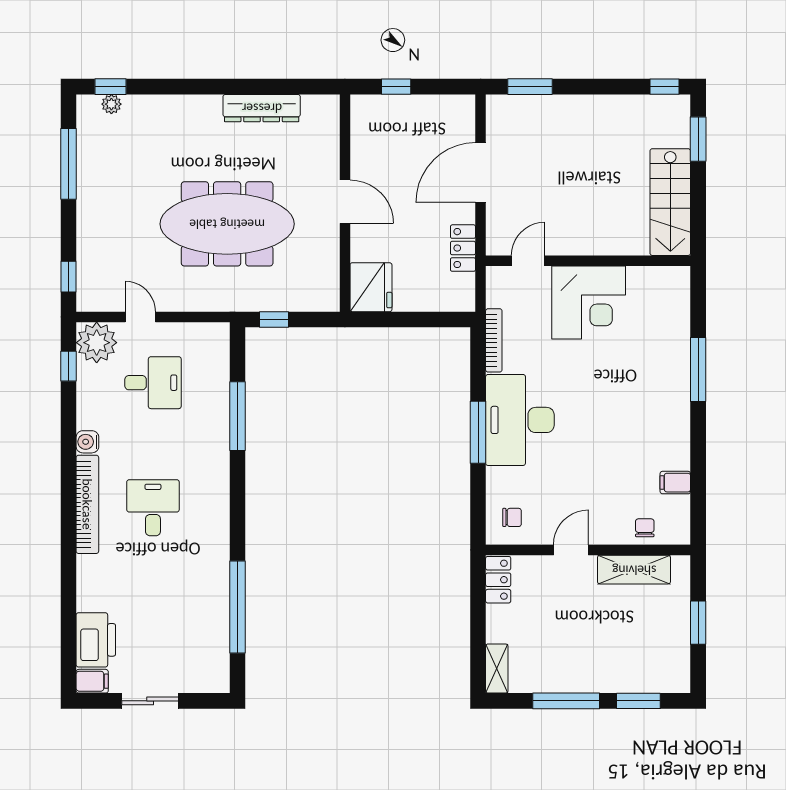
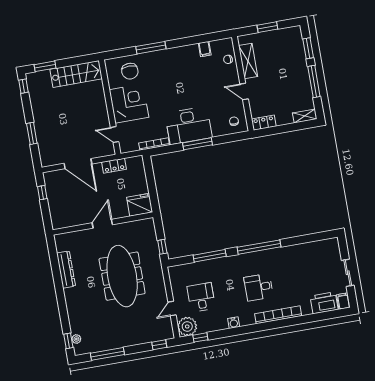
window: (396, 87) -> (42, 193), moved
window: (530, 87) -> (32, 133), moved
chair: (656, 316) -> (130, 71), added
bookcase: (87, 504) -> (278, 315), moved
window: (237, 607) -> (259, 247), moved

